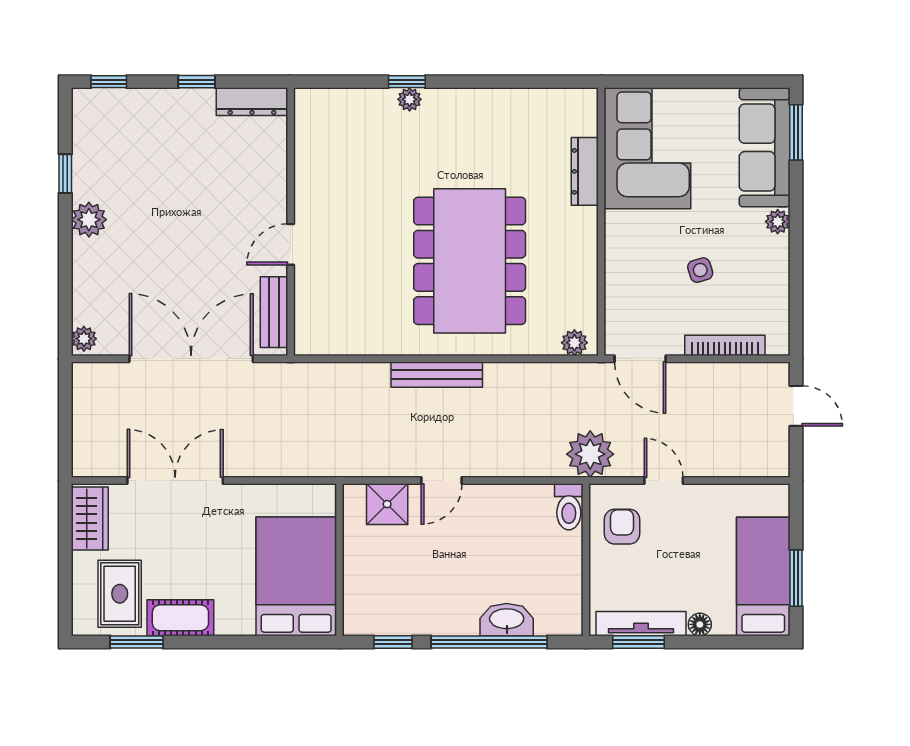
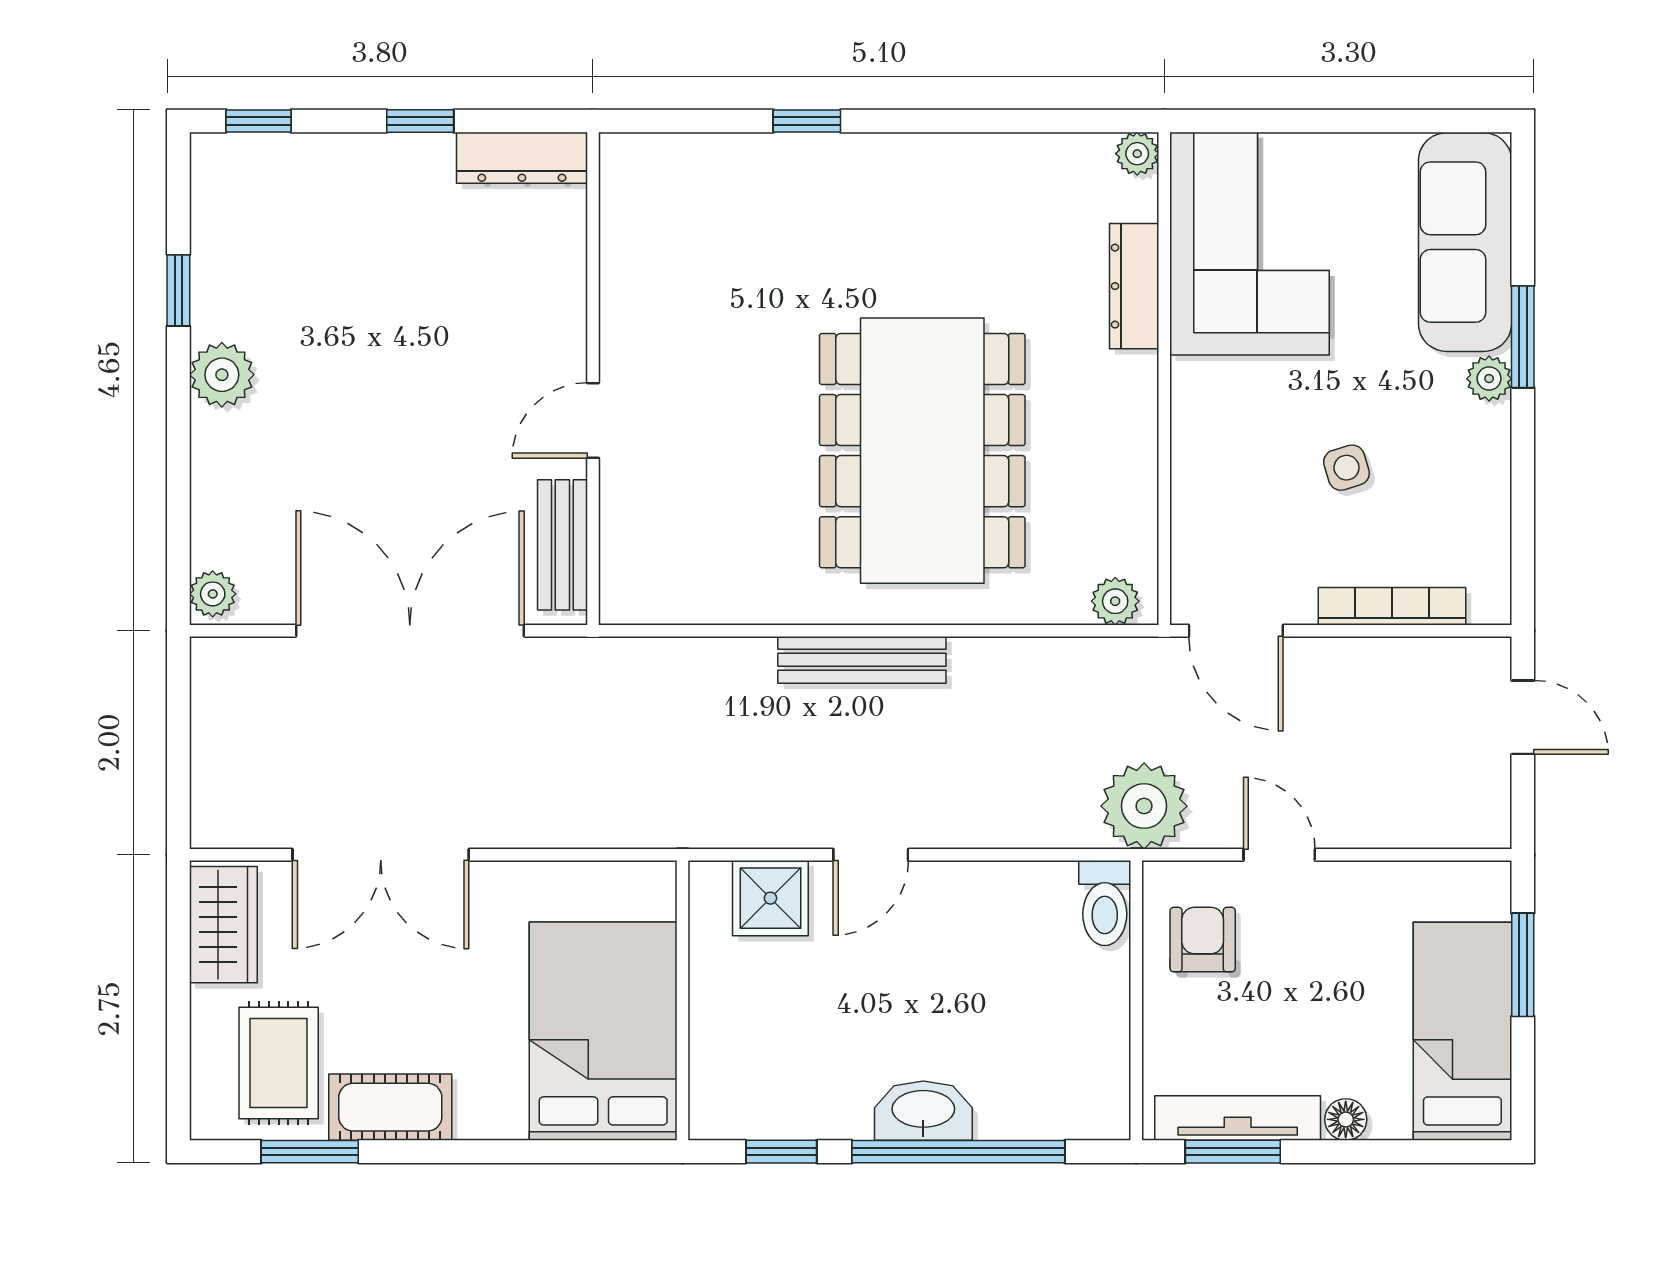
plant: (410, 99) -> (1137, 154), moved
window: (796, 132) -> (1523, 337), moved
double door: (175, 481) -> (381, 855), swing flipped
window: (796, 578) -> (1523, 965), moved
washbasin: (507, 620) -> (923, 1111), moved

